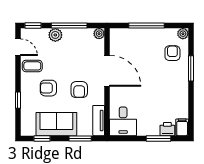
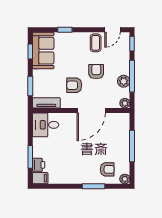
plant: (55, 35) -> (124, 81), moved
armchair: (48, 88) -> (96, 72), moved
sofa: (56, 124) -> (43, 51), moved

